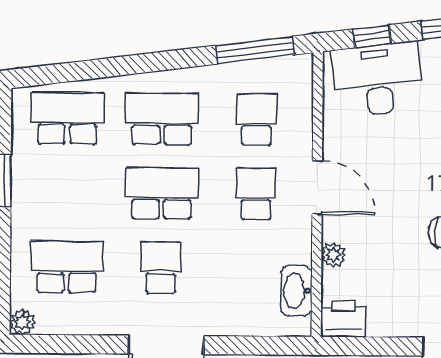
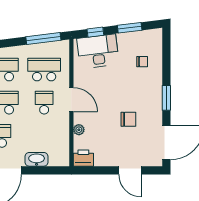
school desk: (257, 120) -> (44, 70), width x1.85
washbasin: (296, 291) -> (37, 159), moved, turned 90

